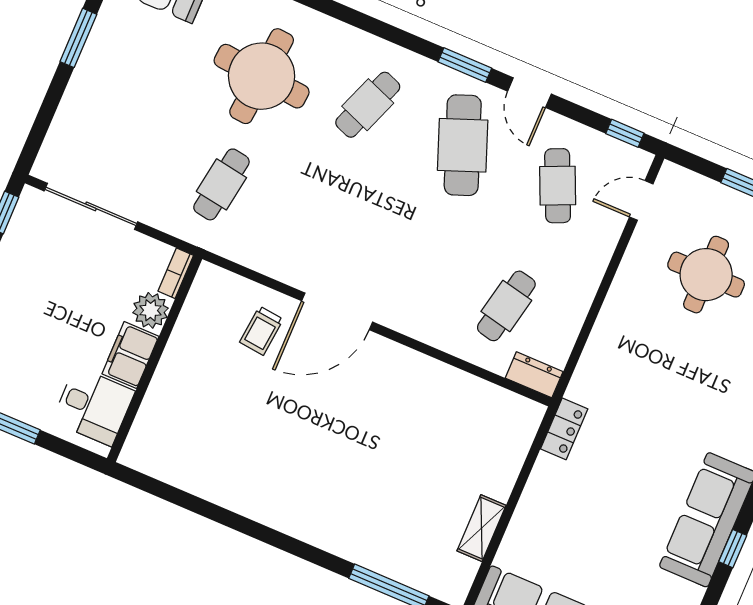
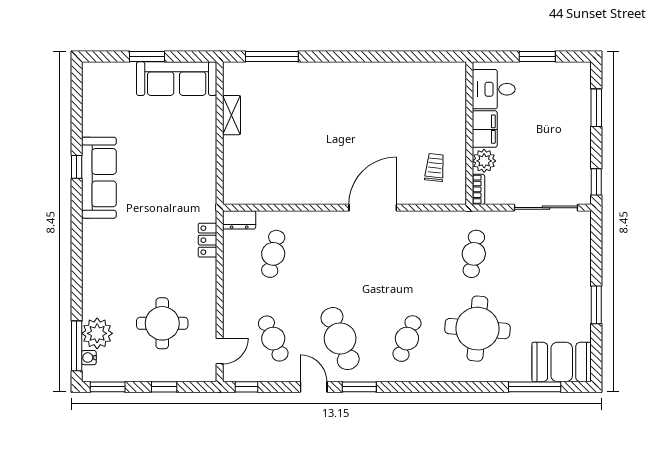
trolley: (261, 331) -> (435, 167), moved
locker: (564, 429) -> (208, 240), moved

